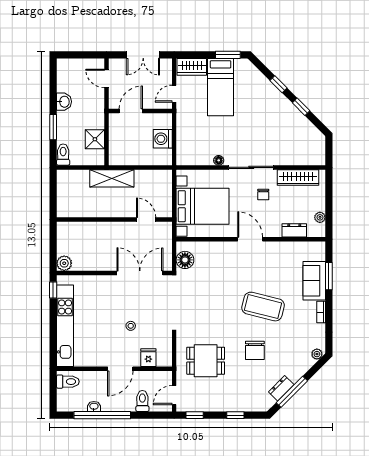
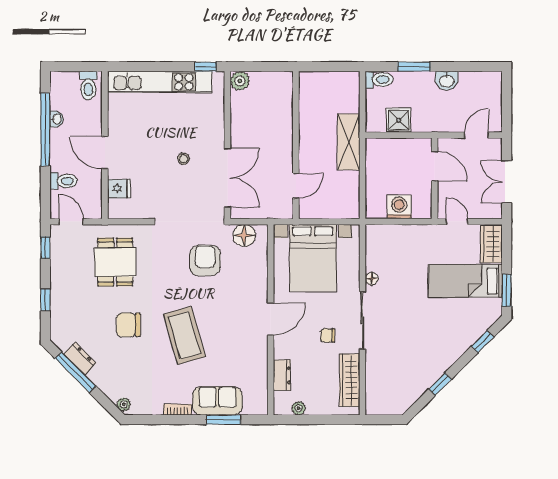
window: (278, 84) -> (483, 342), moved
armchair: (205, 290) -> (205, 260), added
coffee table: (263, 307) -> (184, 335), turned -30
stool: (131, 326) -> (183, 159), moved

